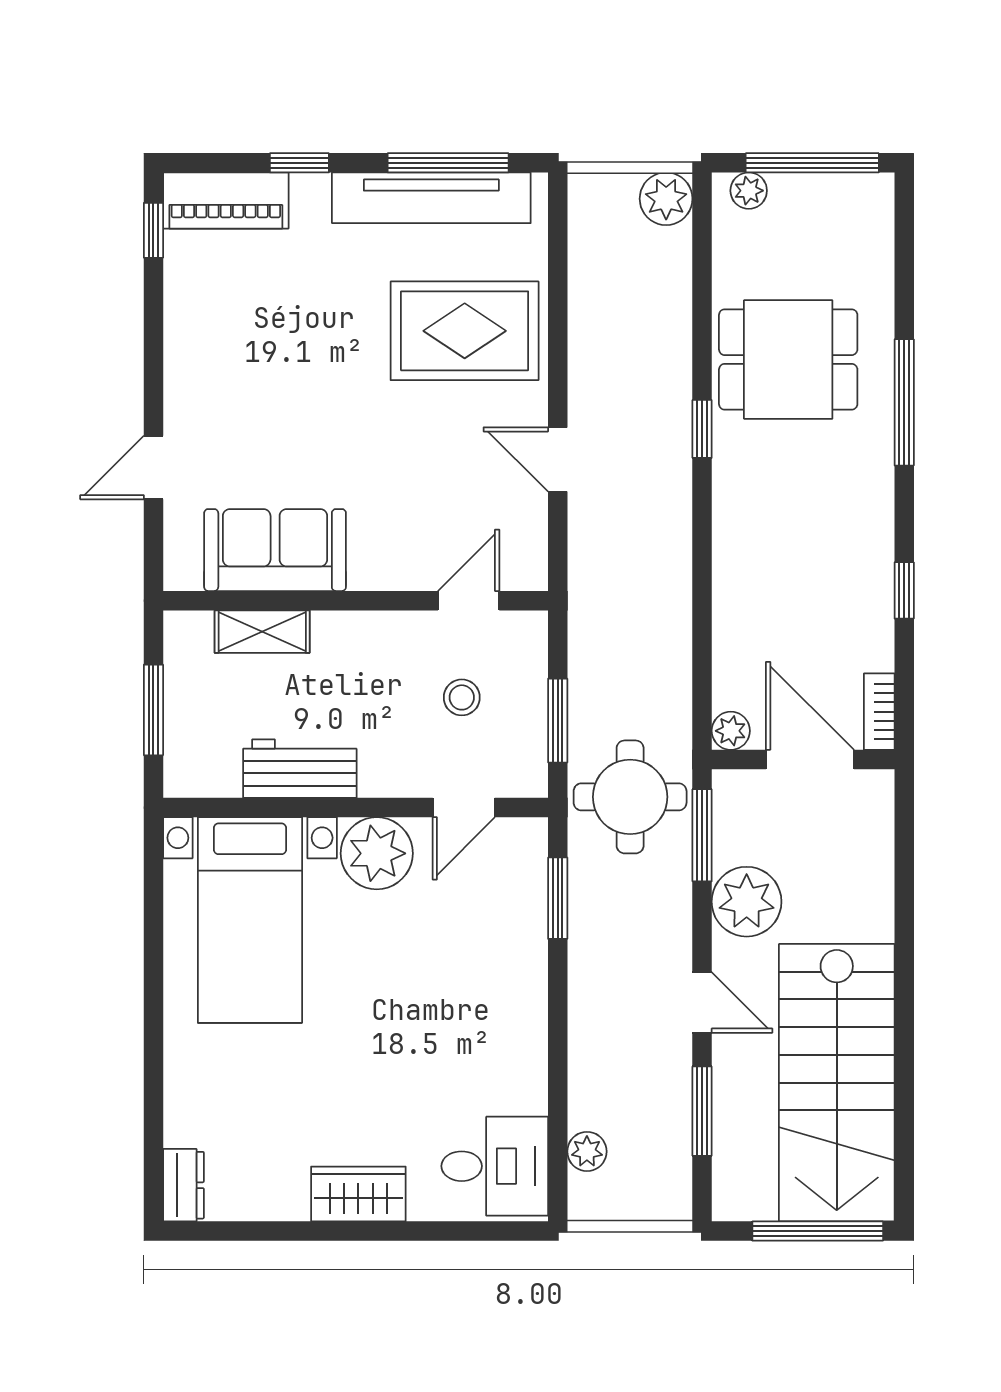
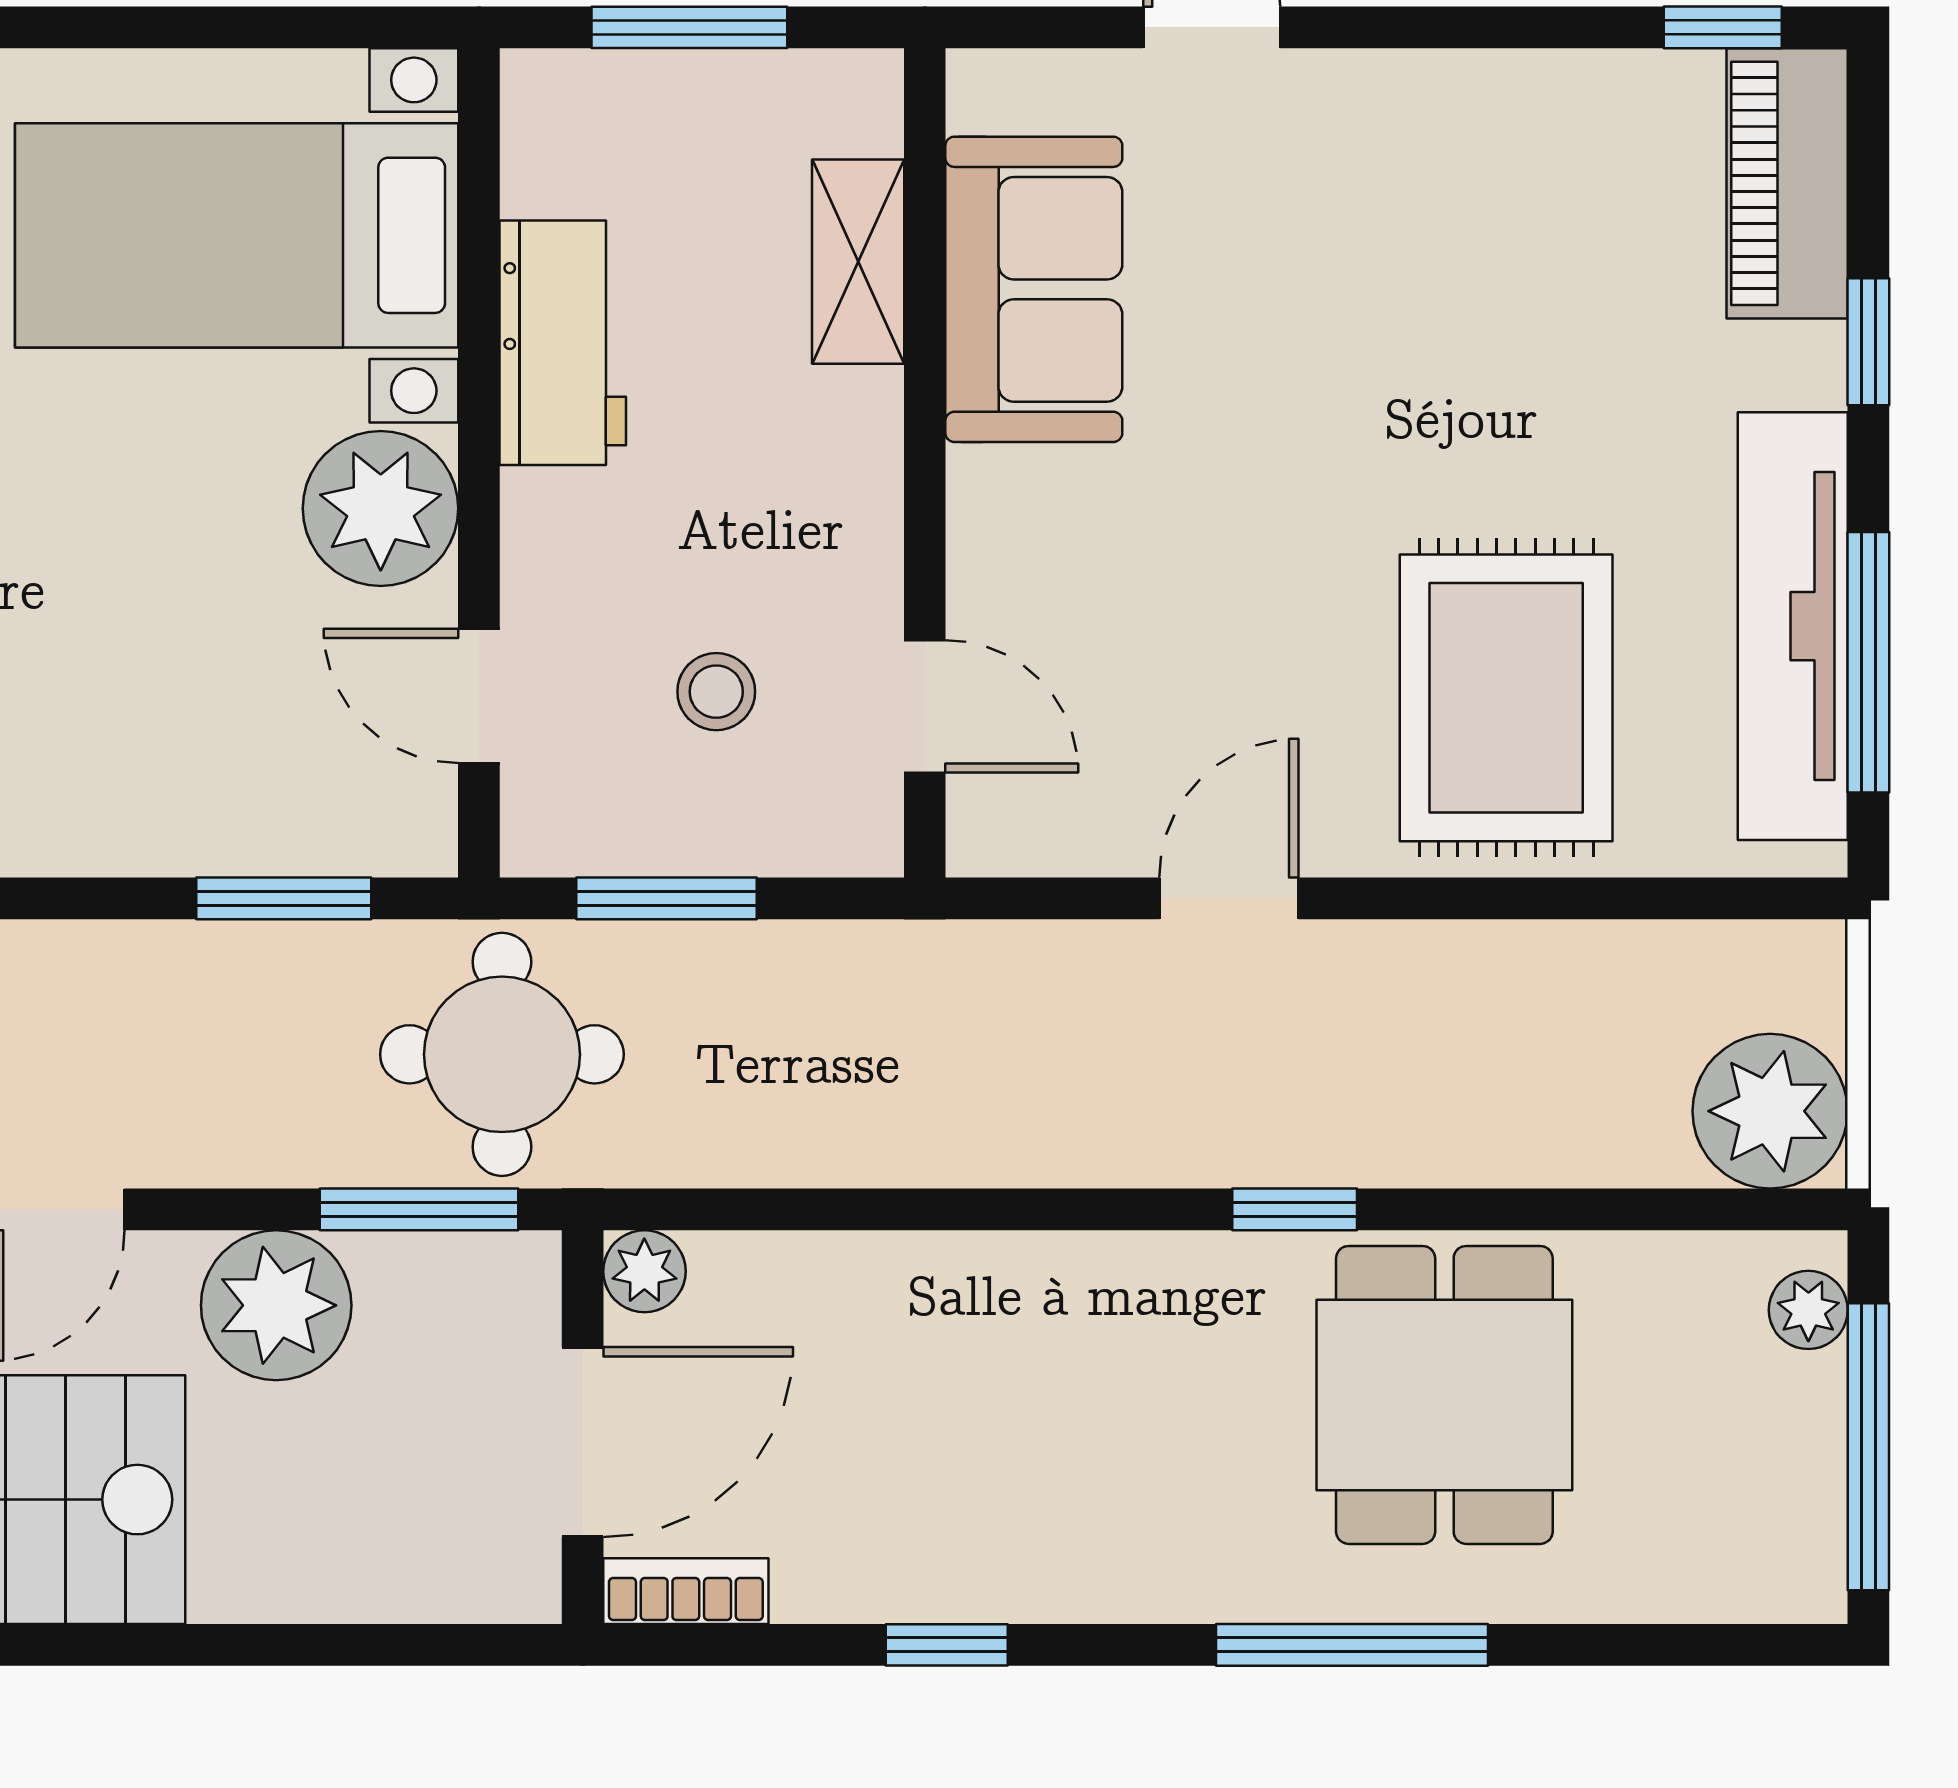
plant: (666, 199) -> (1770, 1111), width x1.36, depth x1.36

